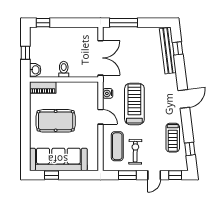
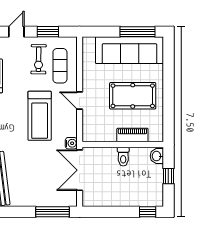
piano: (43, 88) -> (132, 135), moved
water cooler: (108, 93) -> (71, 143), moved
window: (52, 175) -> (138, 32), width x2.17

